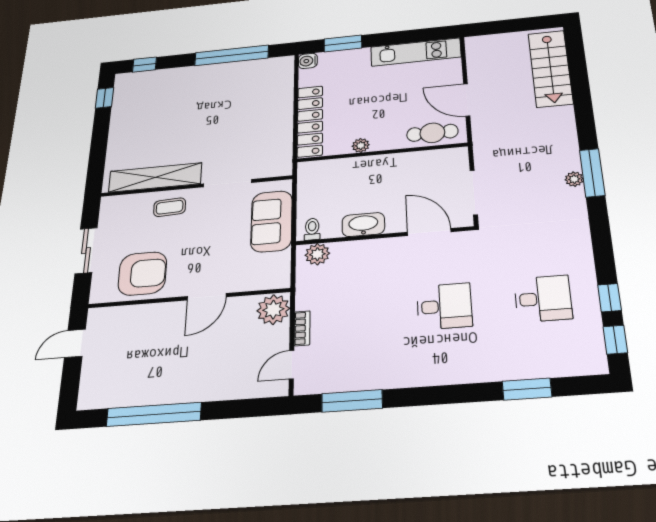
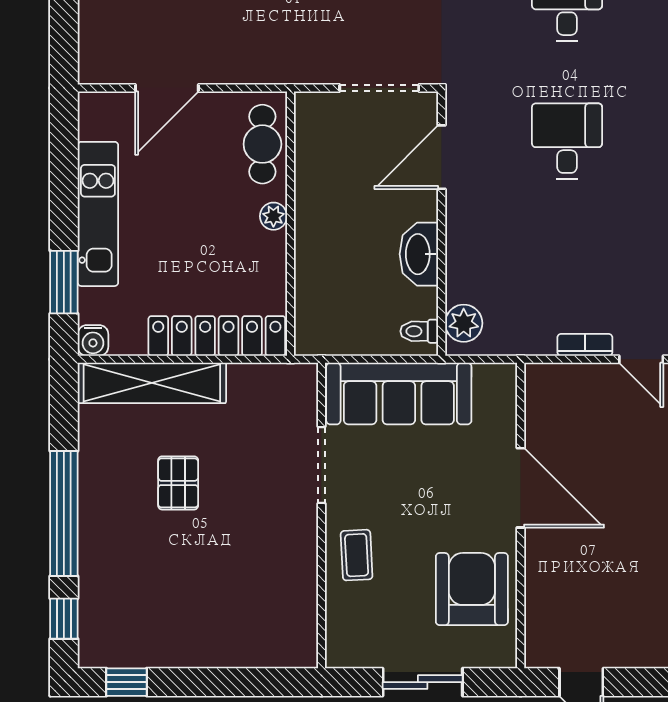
kitchen unit: (416, 52) -> (98, 214), moved
window: (232, 55) -> (64, 514), moved
door: (467, 100) -> (167, 88), moved
pallet: (220, 111) -> (178, 483), added
plant: (361, 145) -> (273, 216), moved
shelving: (155, 177) -> (152, 383), moved, turned 90
sofa: (272, 221) -> (399, 394), width x1.36
door: (207, 297) -> (521, 488), width x1.36
plant: (273, 310) -> (551, 387), removed

